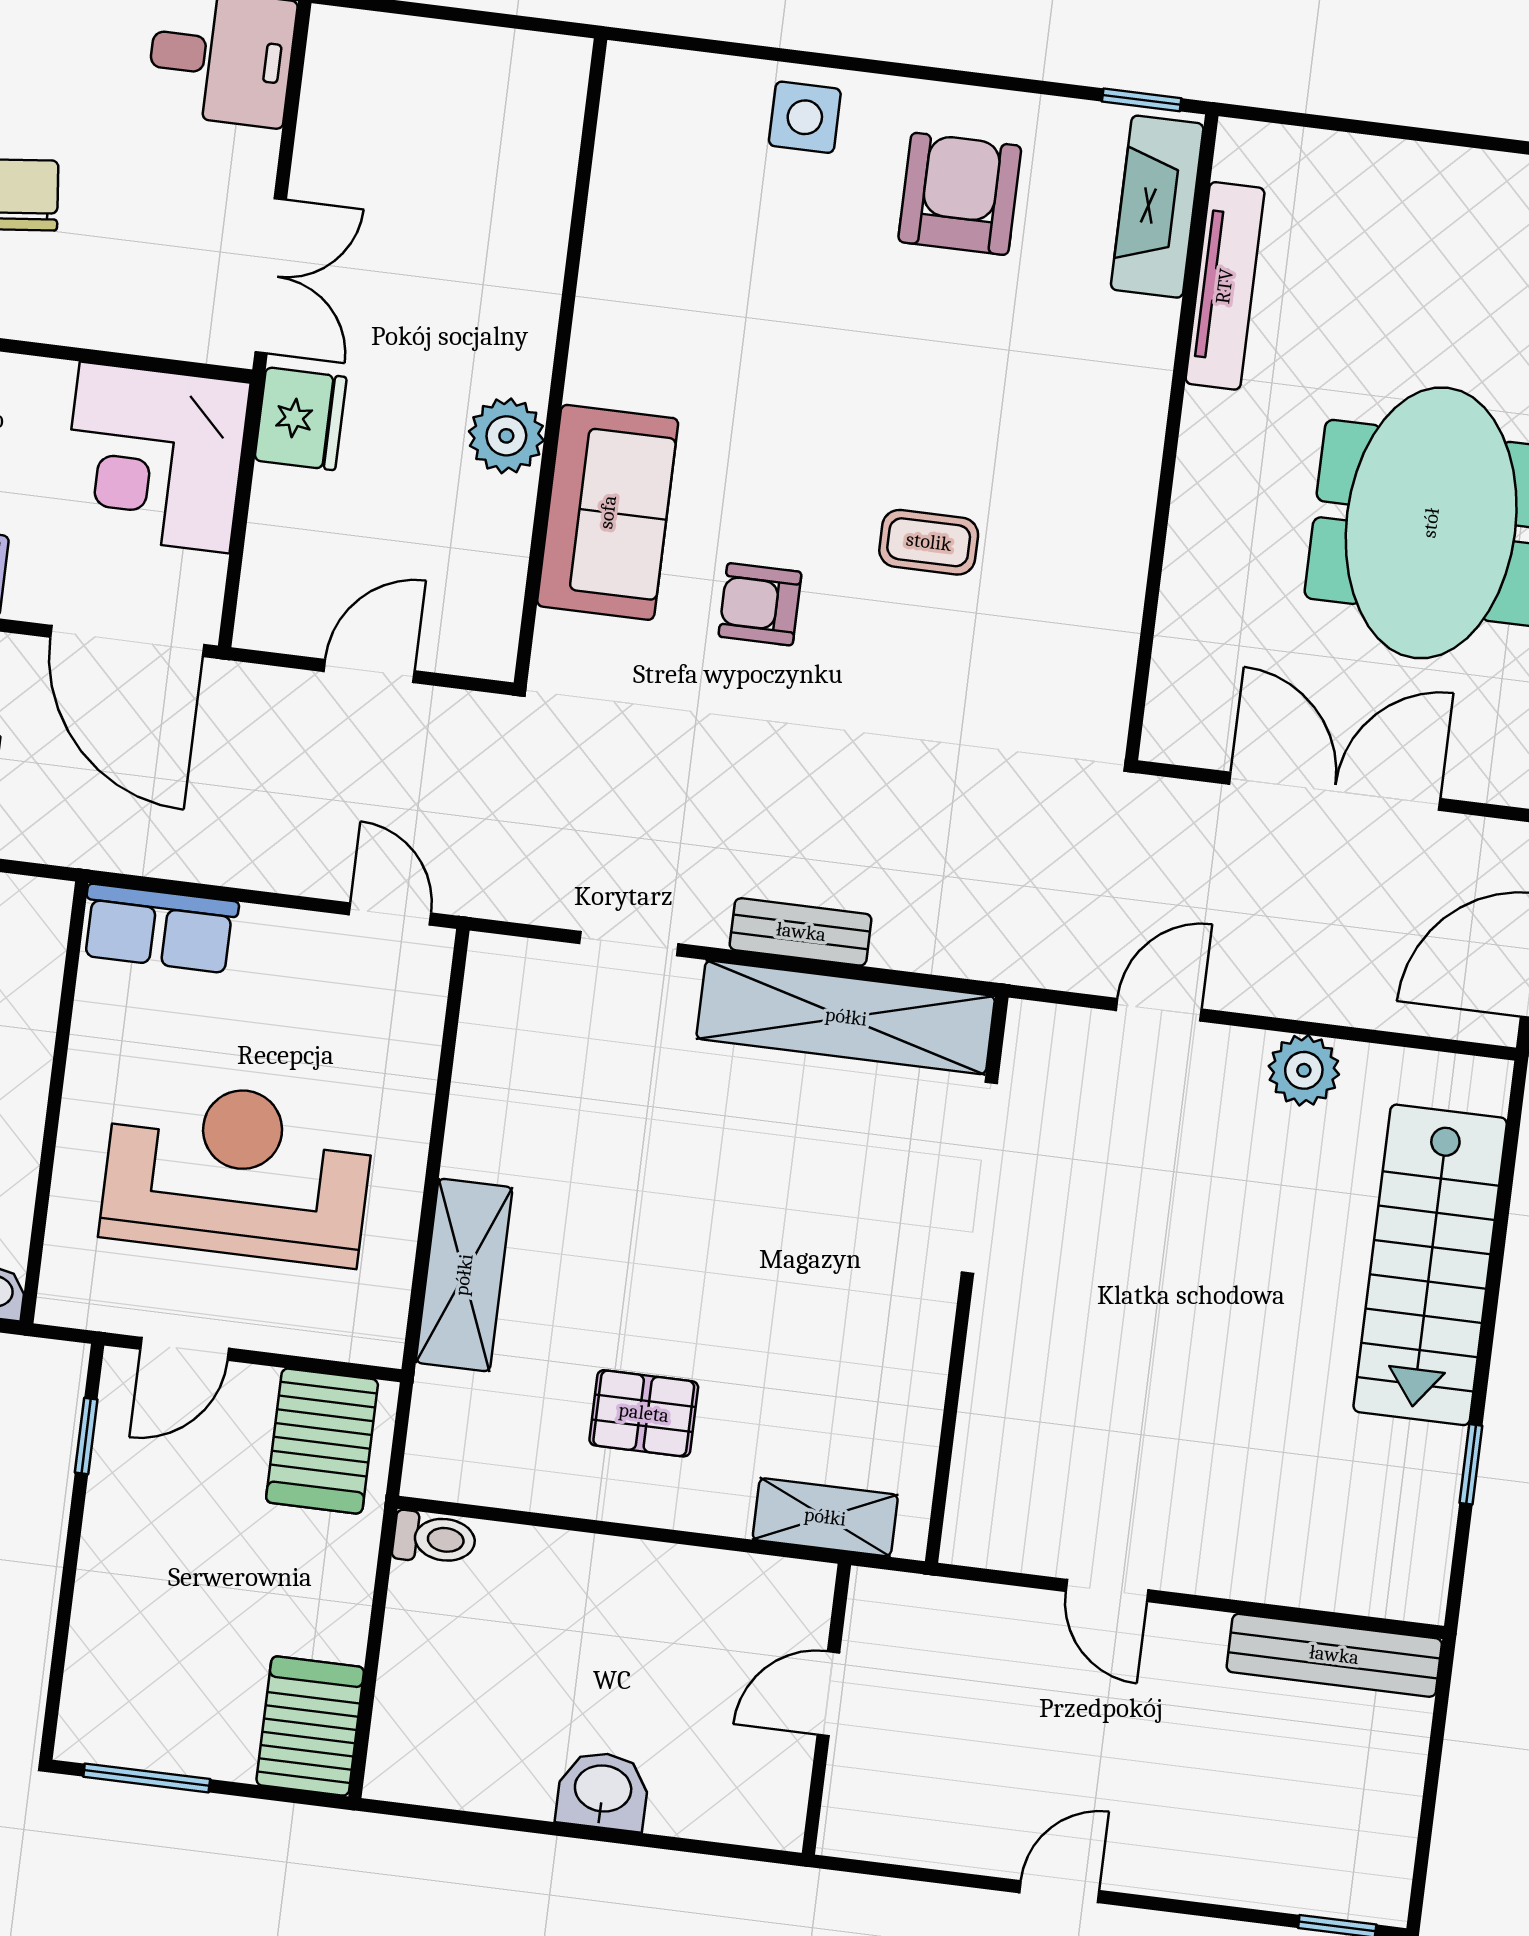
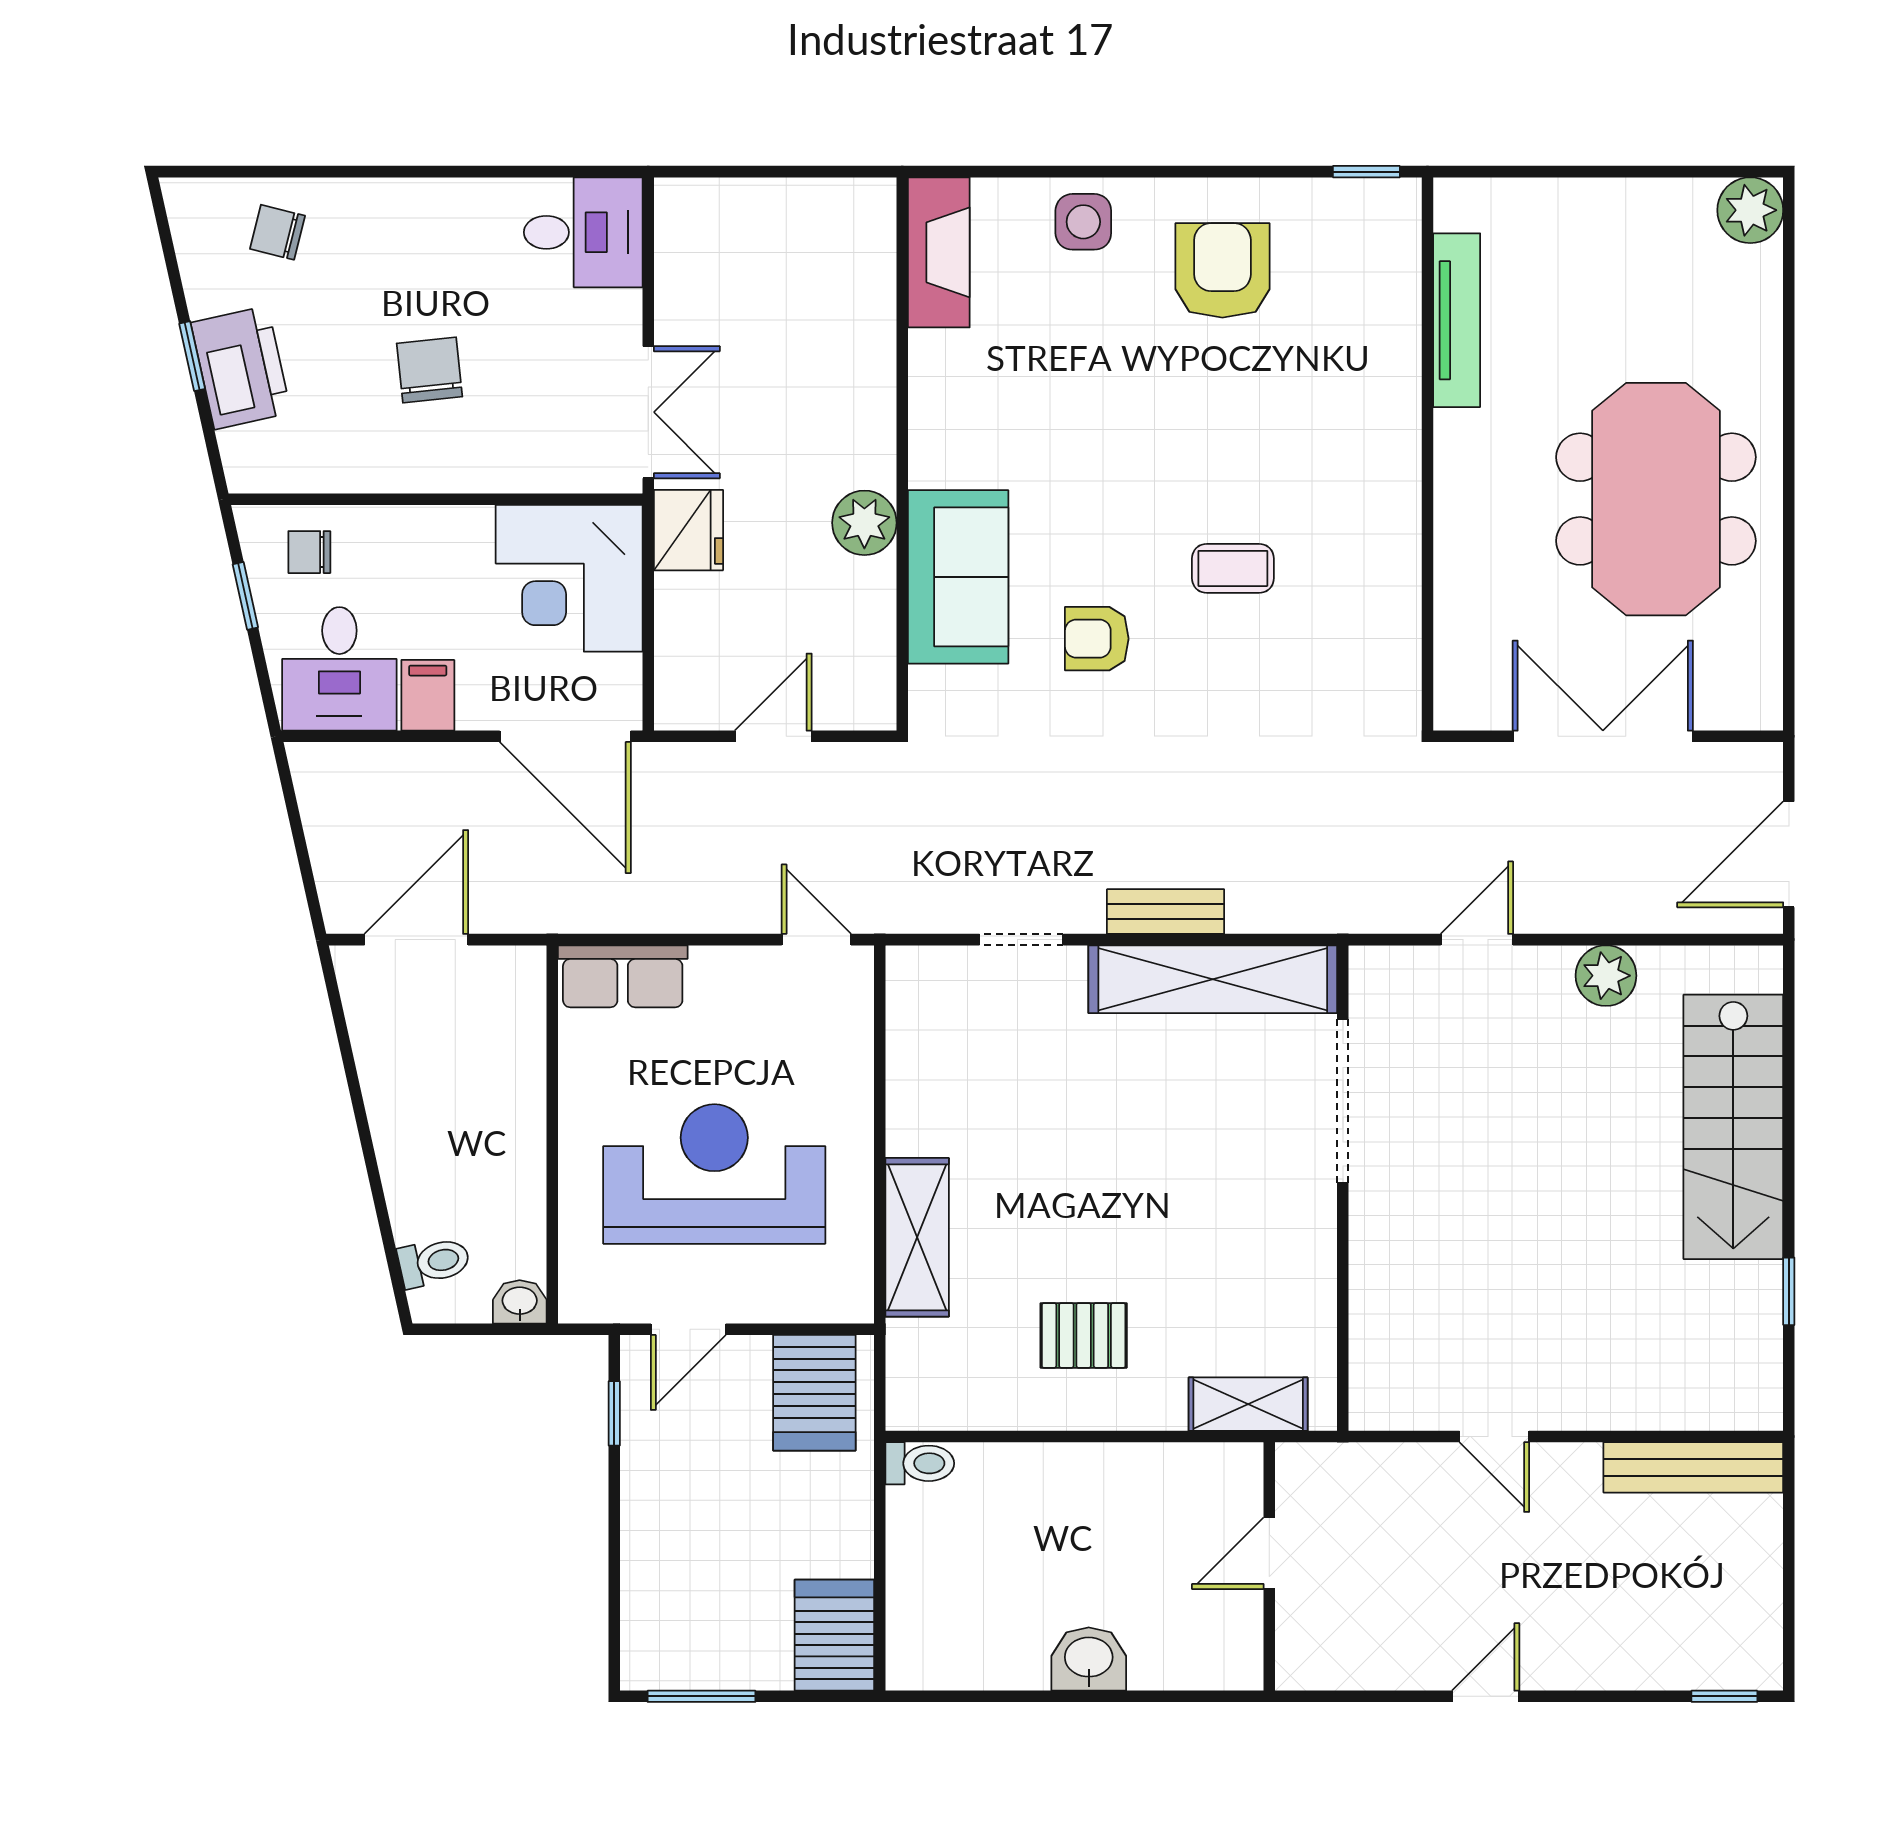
fireplace: (1157, 207) -> (939, 252), moved, turned 180

